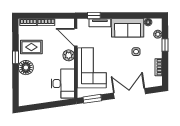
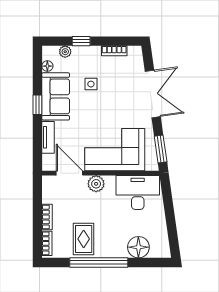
window: (94, 16) -> (37, 105), moved
door: (76, 37) -> (69, 173), swing flipped
window: (15, 57) -> (99, 263), width x3.17
floor lamp: (26, 68) -> (138, 247), moved
double door: (129, 93) -> (153, 94), swing flipped

